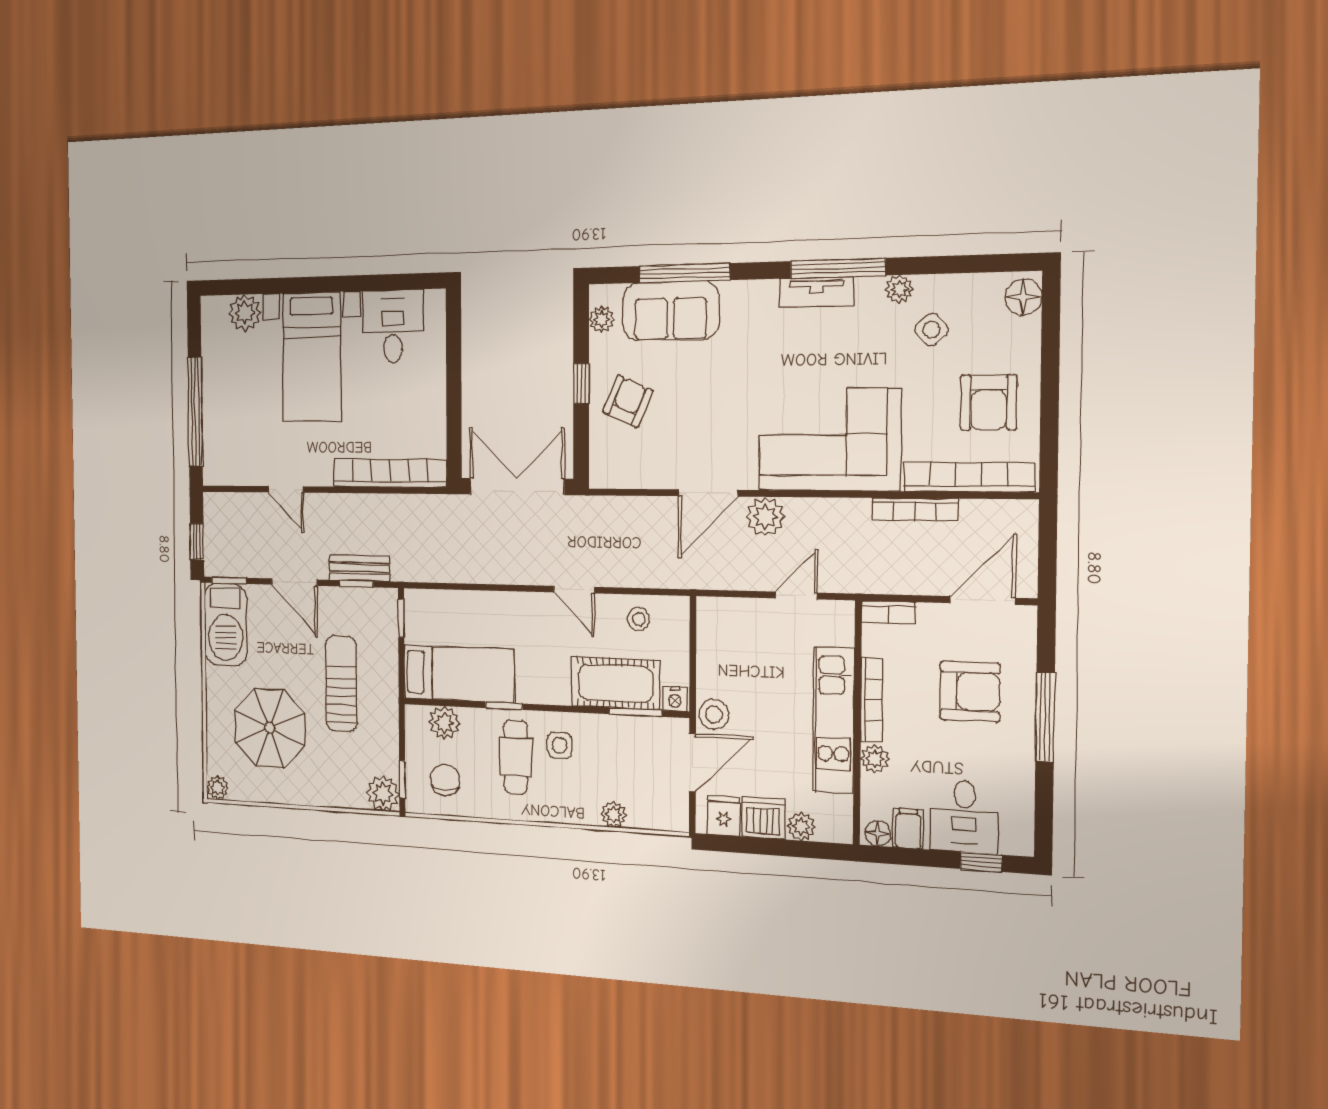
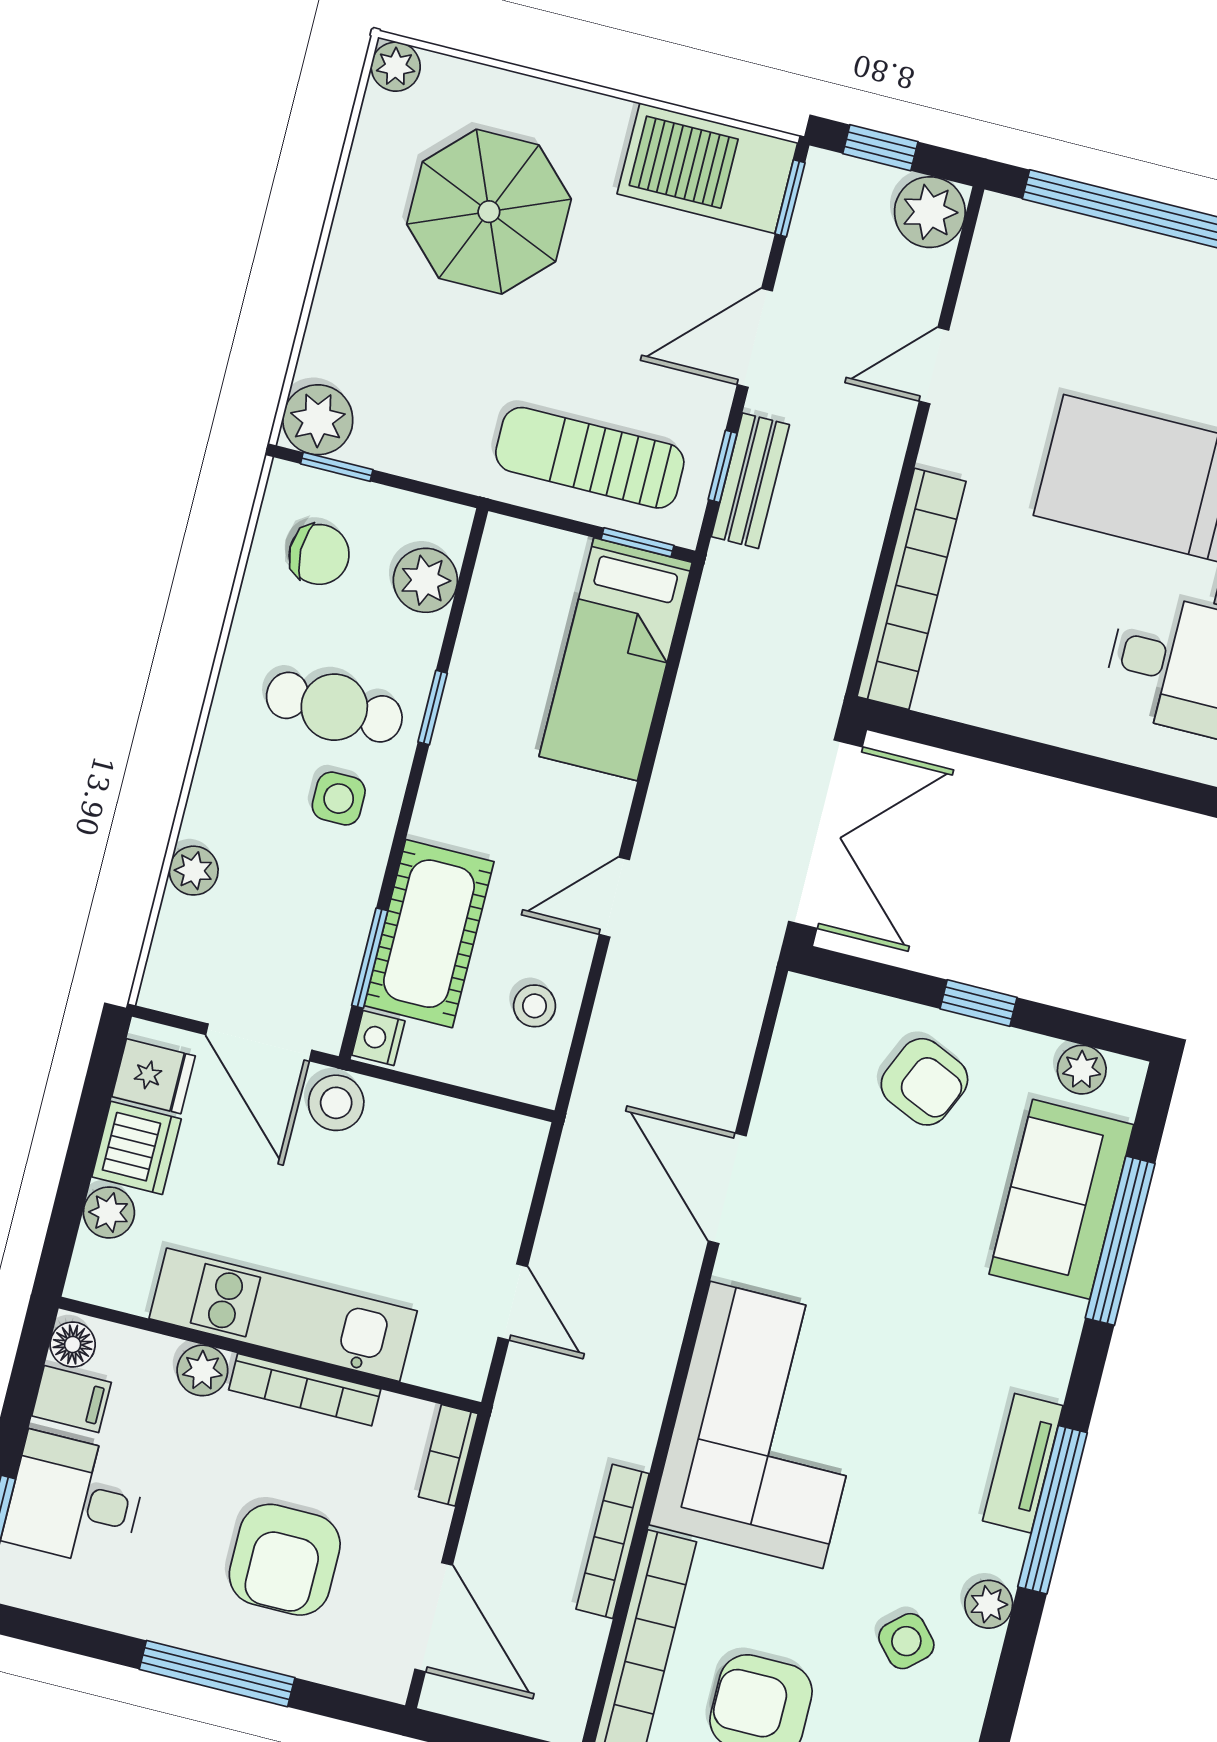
plant: (765, 517) -> (930, 212), moved
bed: (459, 674) -> (616, 659), moved
sun lounger: (341, 683) -> (590, 458), moved, turned 180

